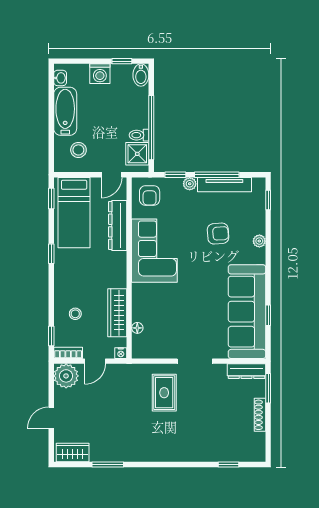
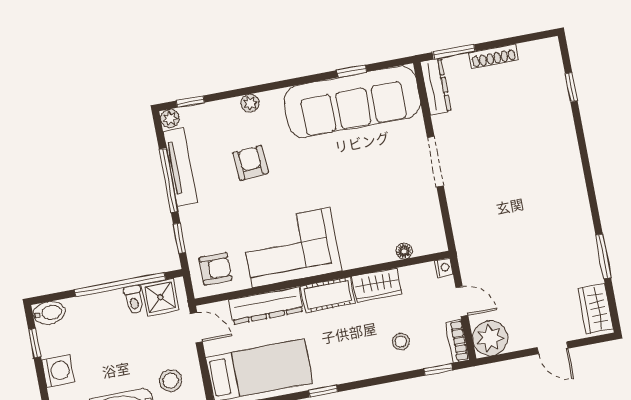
plant: (190, 184) -> (170, 119), moved
cot: (117, 270) -> (328, 295), added
wardrobe: (117, 313) -> (377, 285), width x0.67
rug: (164, 393) -> (488, 196), removed

